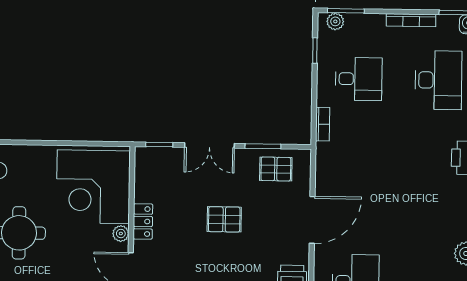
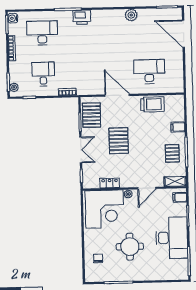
pallet: (276, 169) -> (92, 115), width x1.50, depth x1.42
pallet: (224, 219) -> (119, 141), width x1.50, depth x1.42
locker: (143, 221) -> (110, 183), moved

